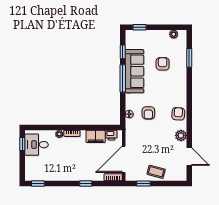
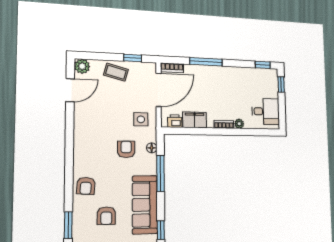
window: (123, 78) -> (160, 173), moved
armchair: (178, 114) -> (86, 186), moved
plant: (181, 135) -> (82, 66), moved
side table: (137, 136) -> (141, 119), added
window: (22, 144) -> (281, 85), moved
door: (189, 157) -> (70, 90), swing flipped
window: (86, 183) -> (206, 62), width x2.17

